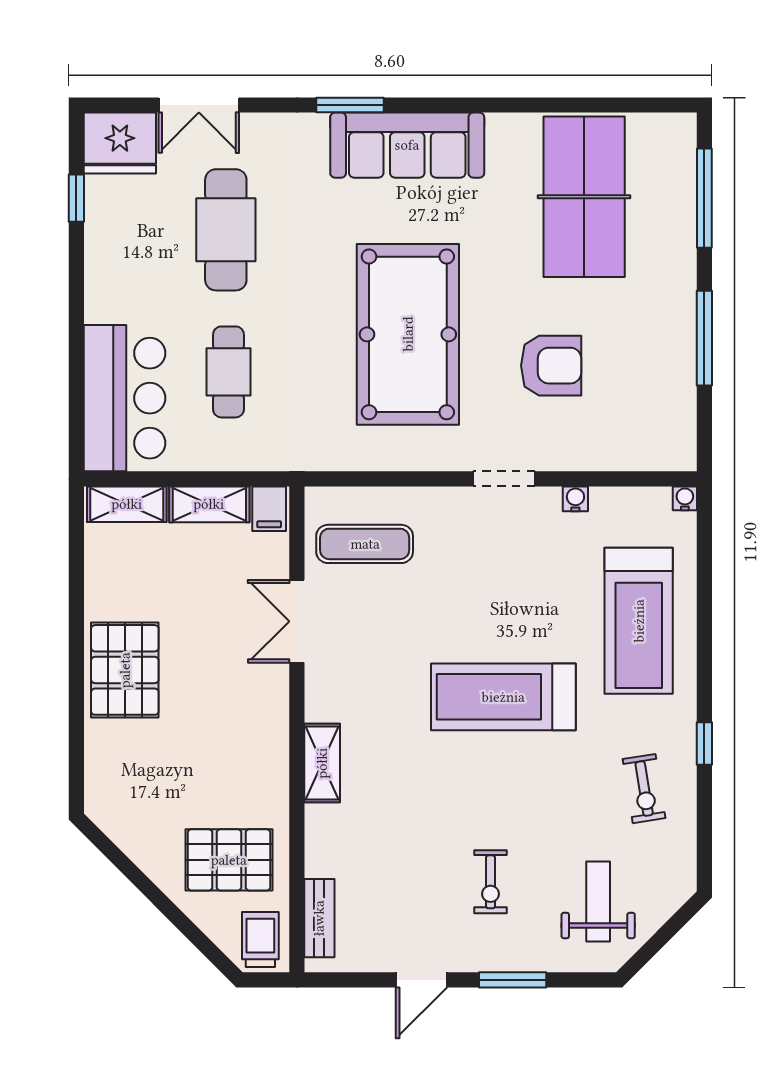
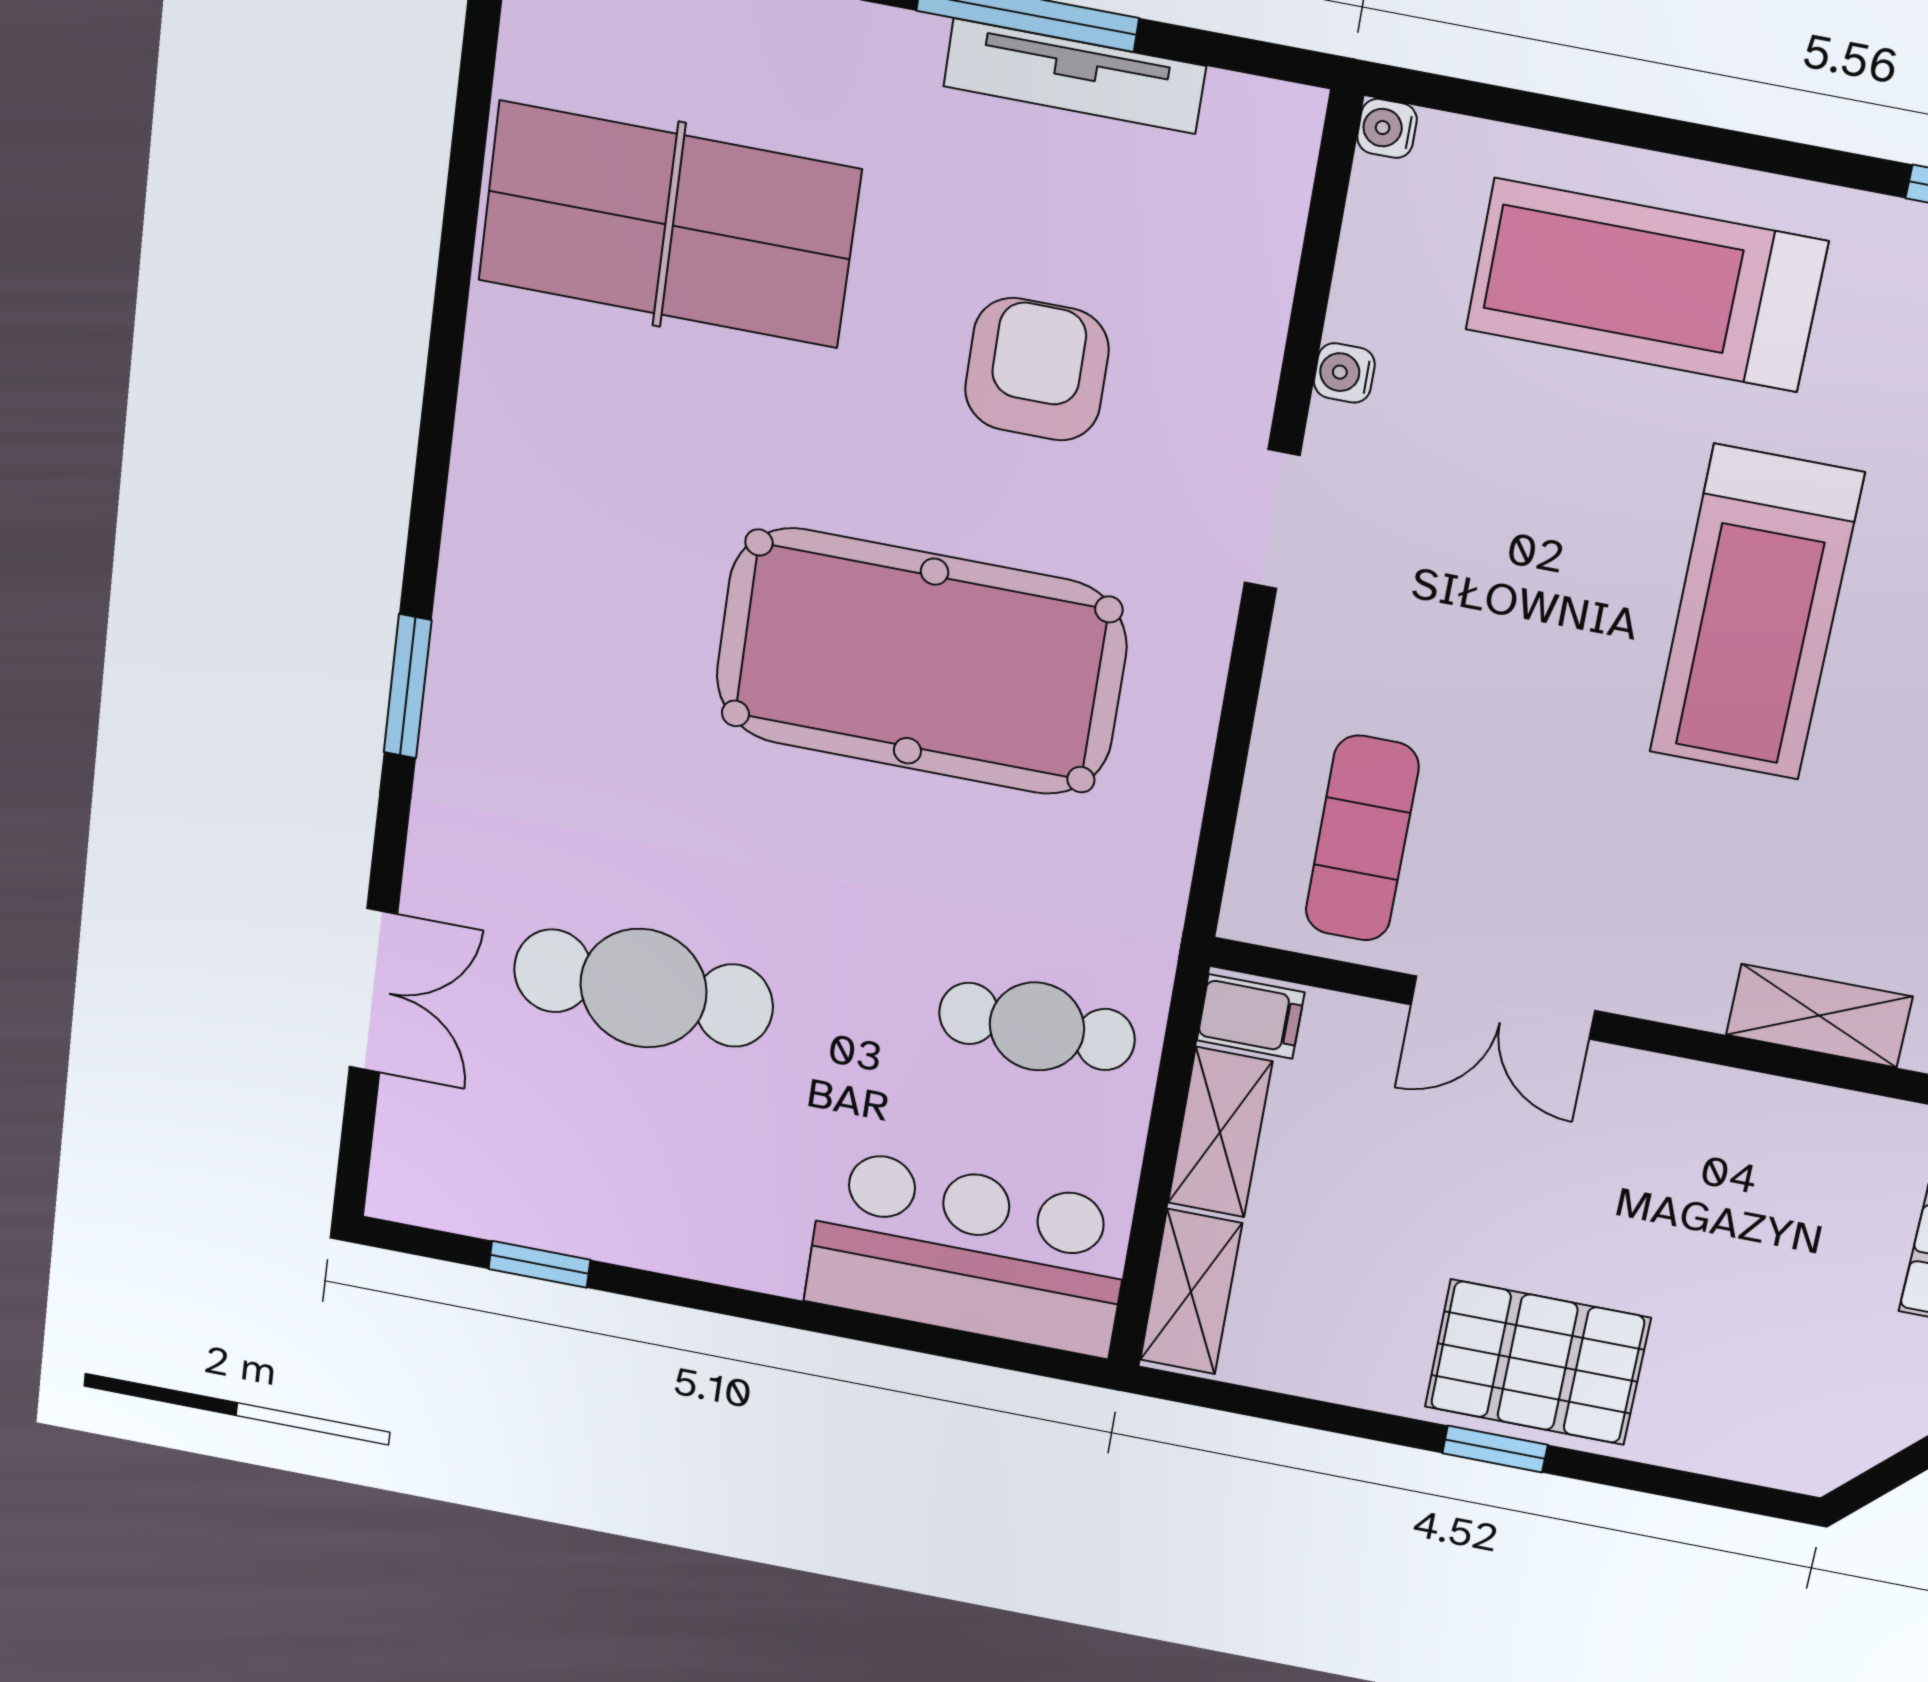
fridge: (120, 143) -> (435, 1159), removed
sofa: (407, 145) -> (508, 584), removed
tv unit: (682, 362) -> (1075, 76), added
cafe table: (228, 372) -> (1037, 1026), moved
treadmill: (639, 621) -> (1646, 285), turned 180
window: (76, 659) -> (1495, 1449), added

